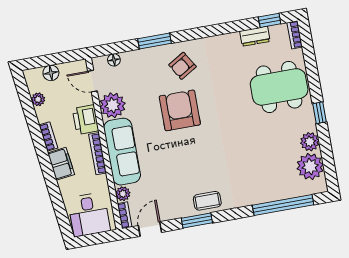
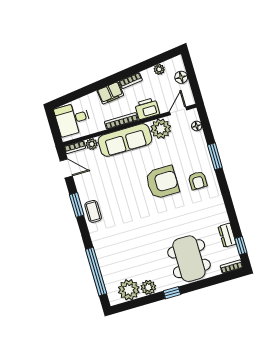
armchair: (182, 66) -> (198, 181), turned -149

